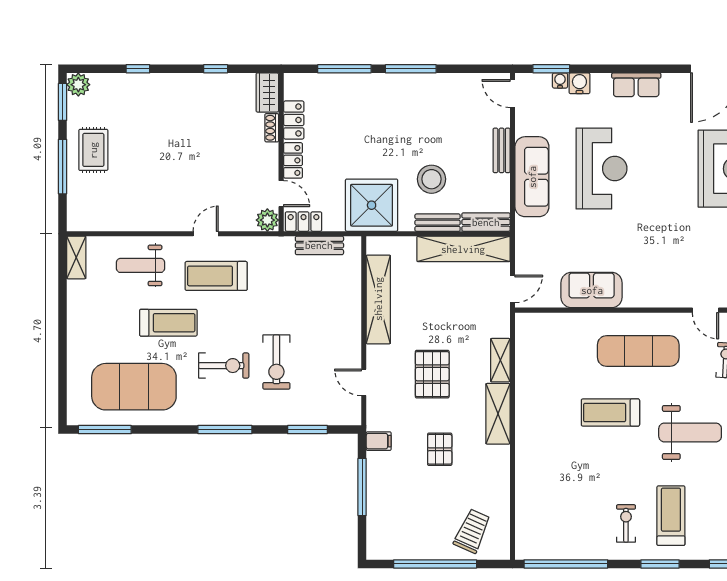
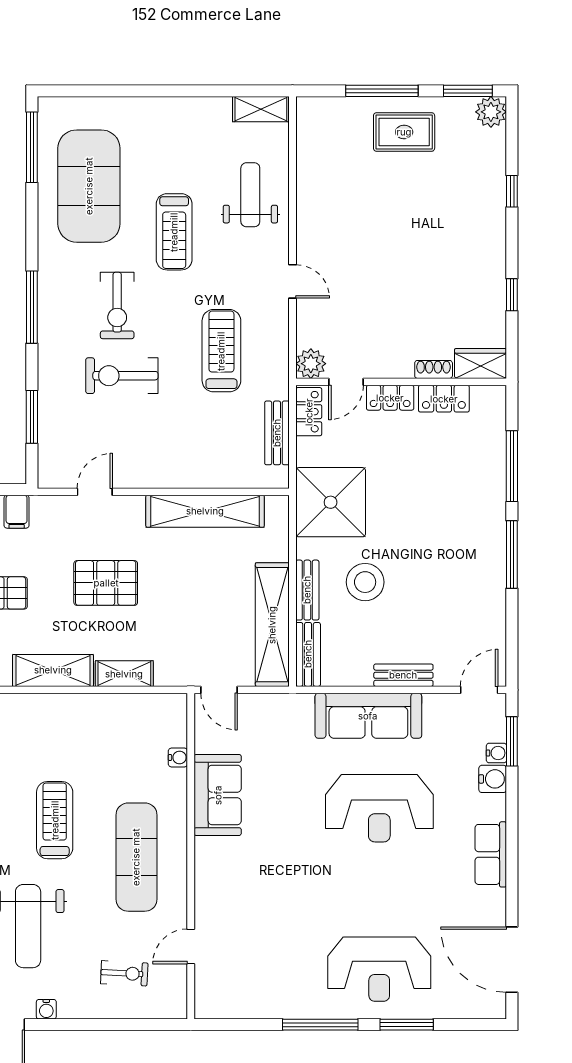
treadmill: (216, 276) -> (221, 351), moved
water cooler: (563, 320) -> (178, 757), added

